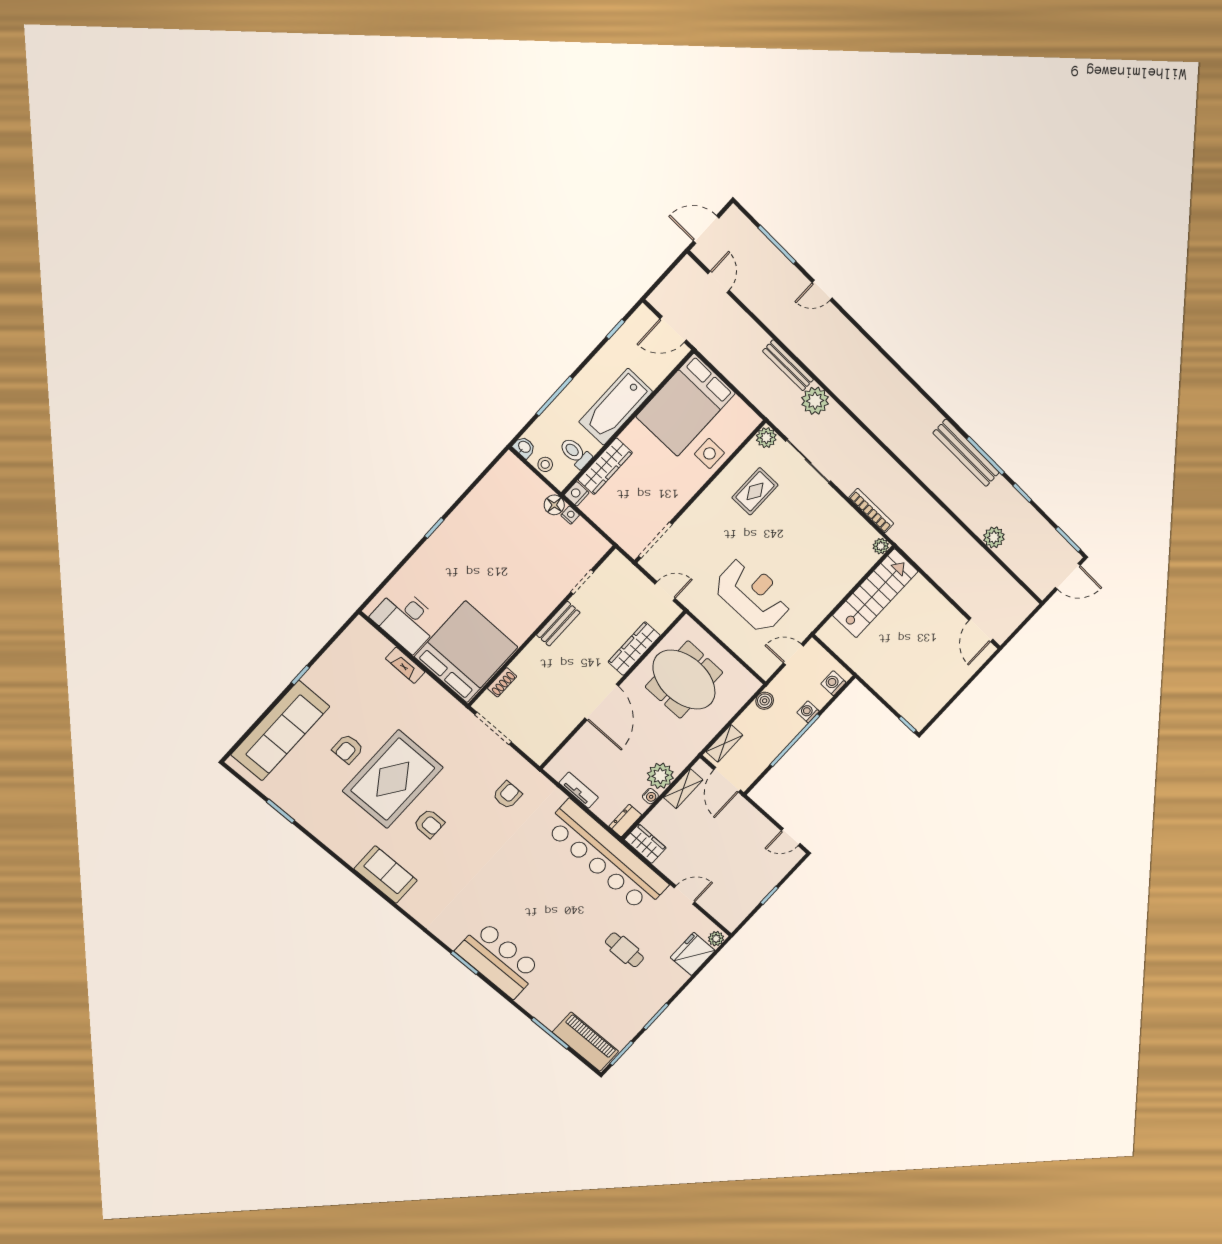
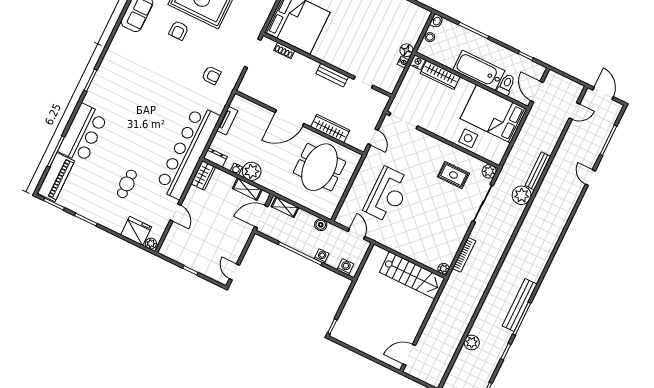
toilet: (575, 453) -> (506, 85), moved
bar counter: (499, 960) -> (83, 133), moved

